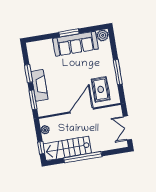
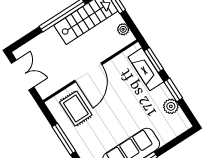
plant: (35, 63) -> (171, 106), added
fireplace: (39, 85) -> (146, 69), moved

